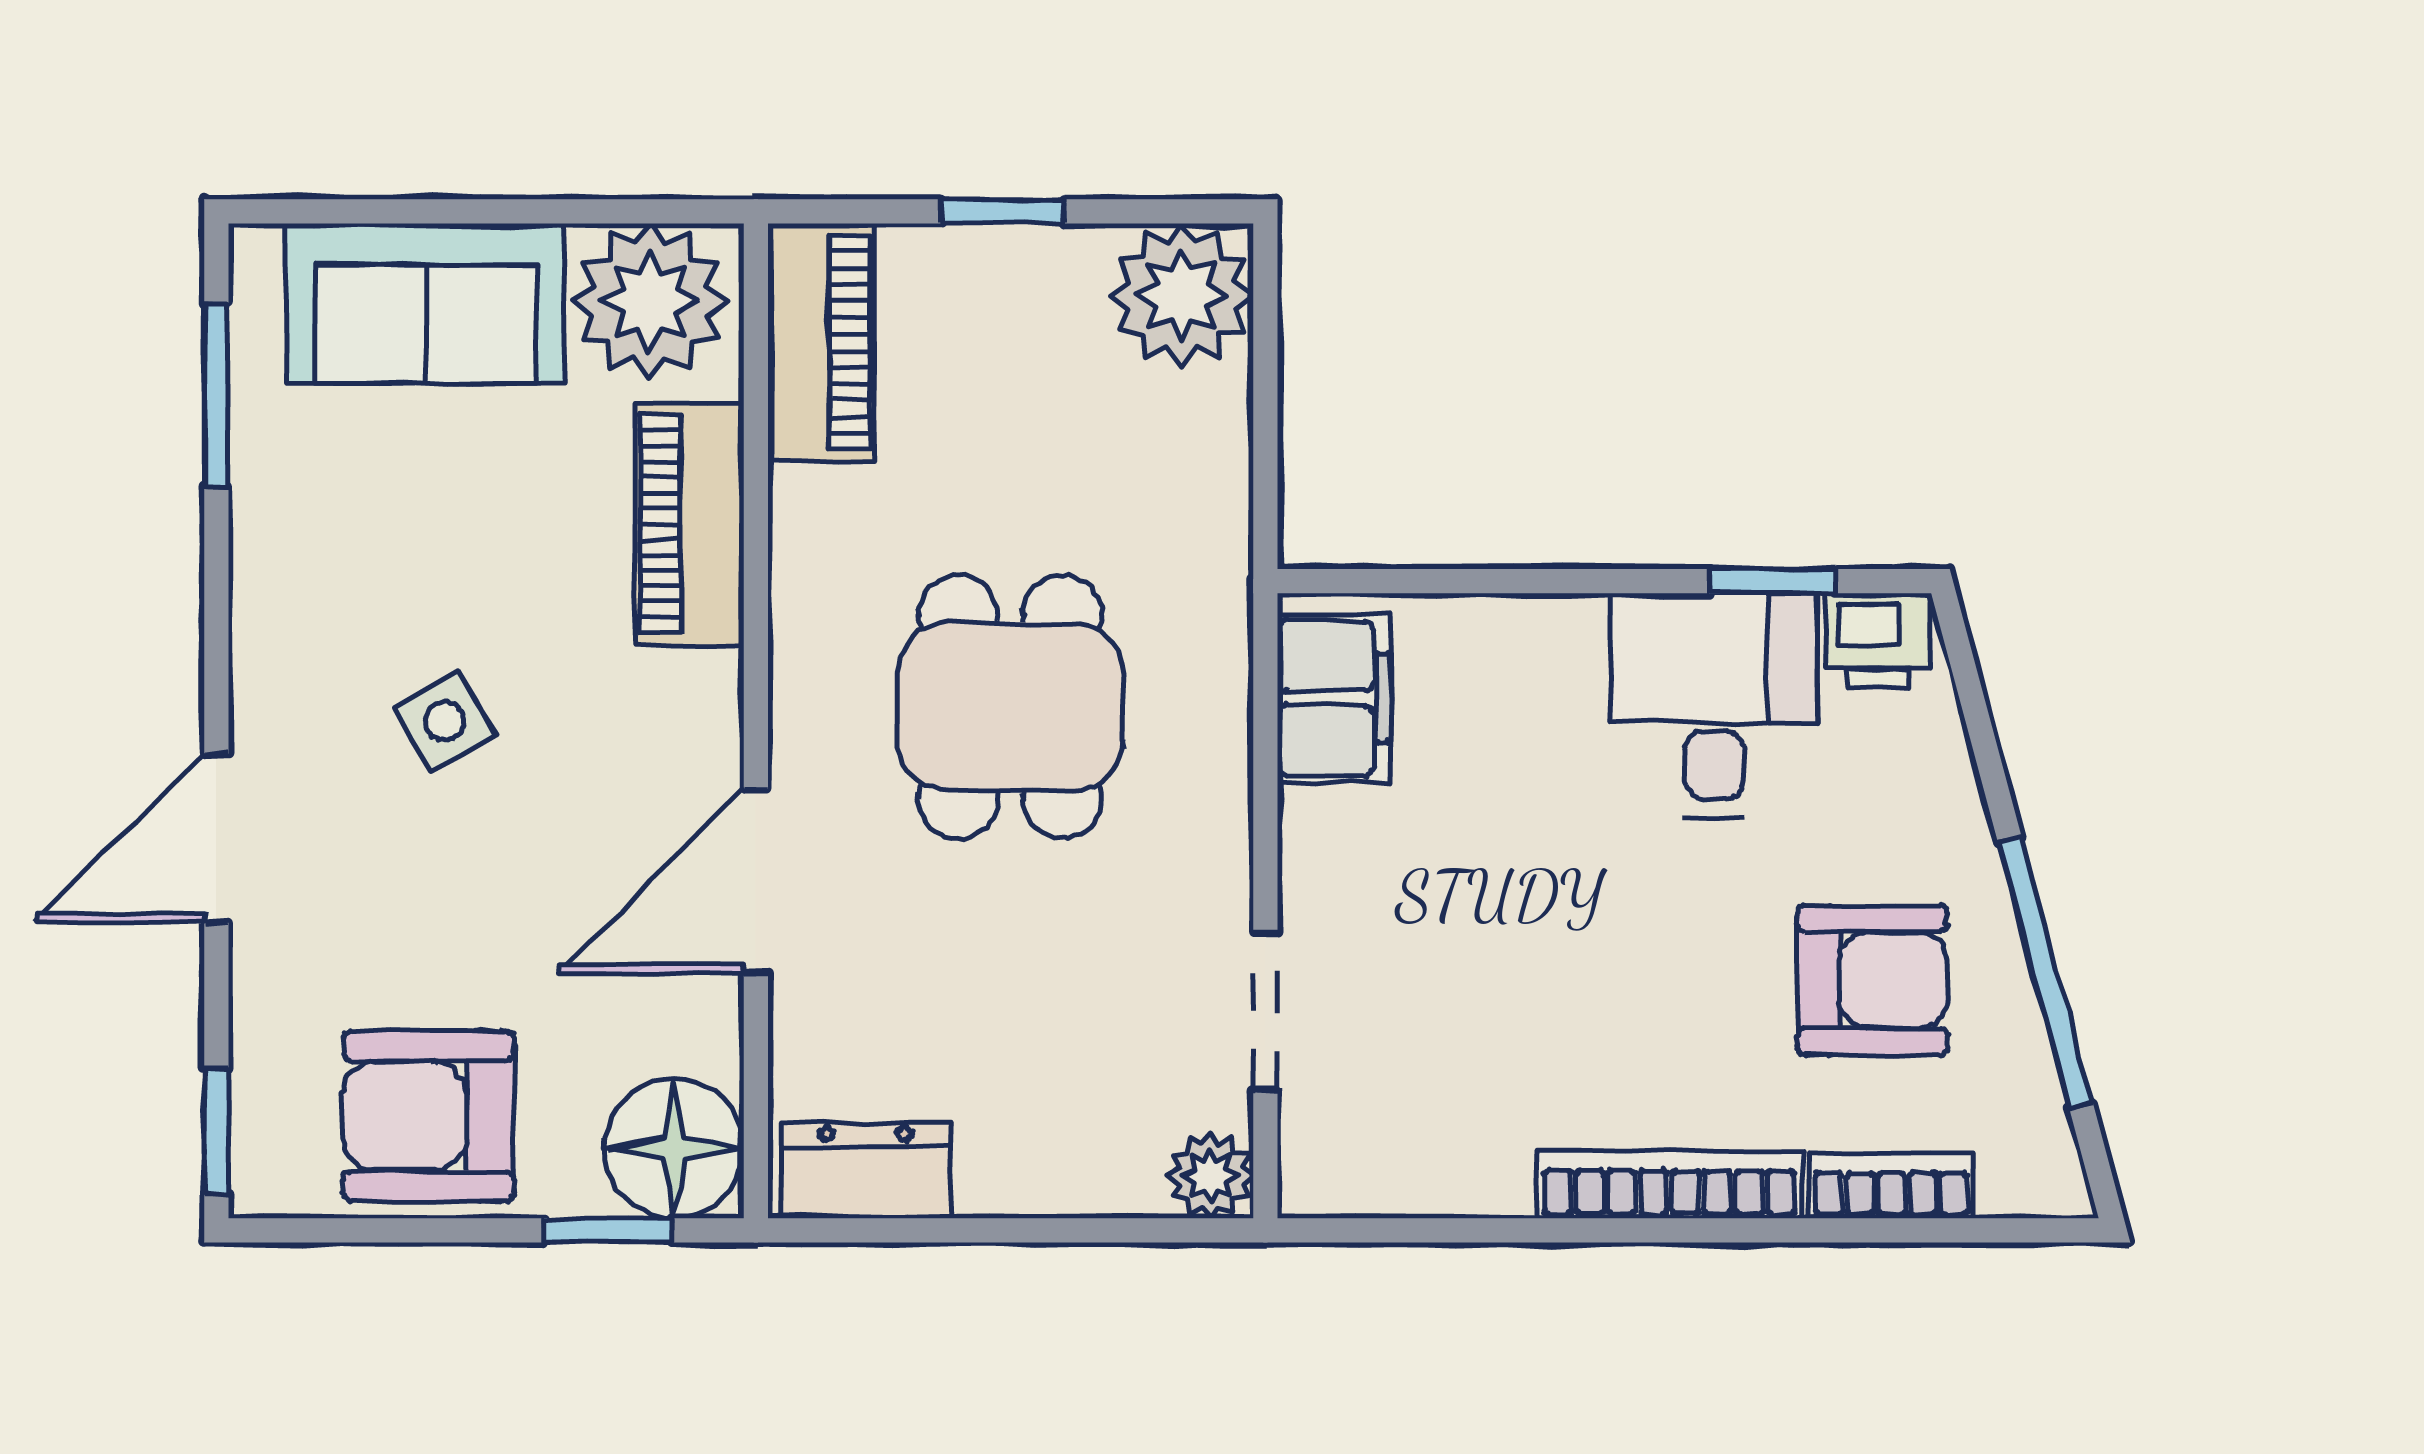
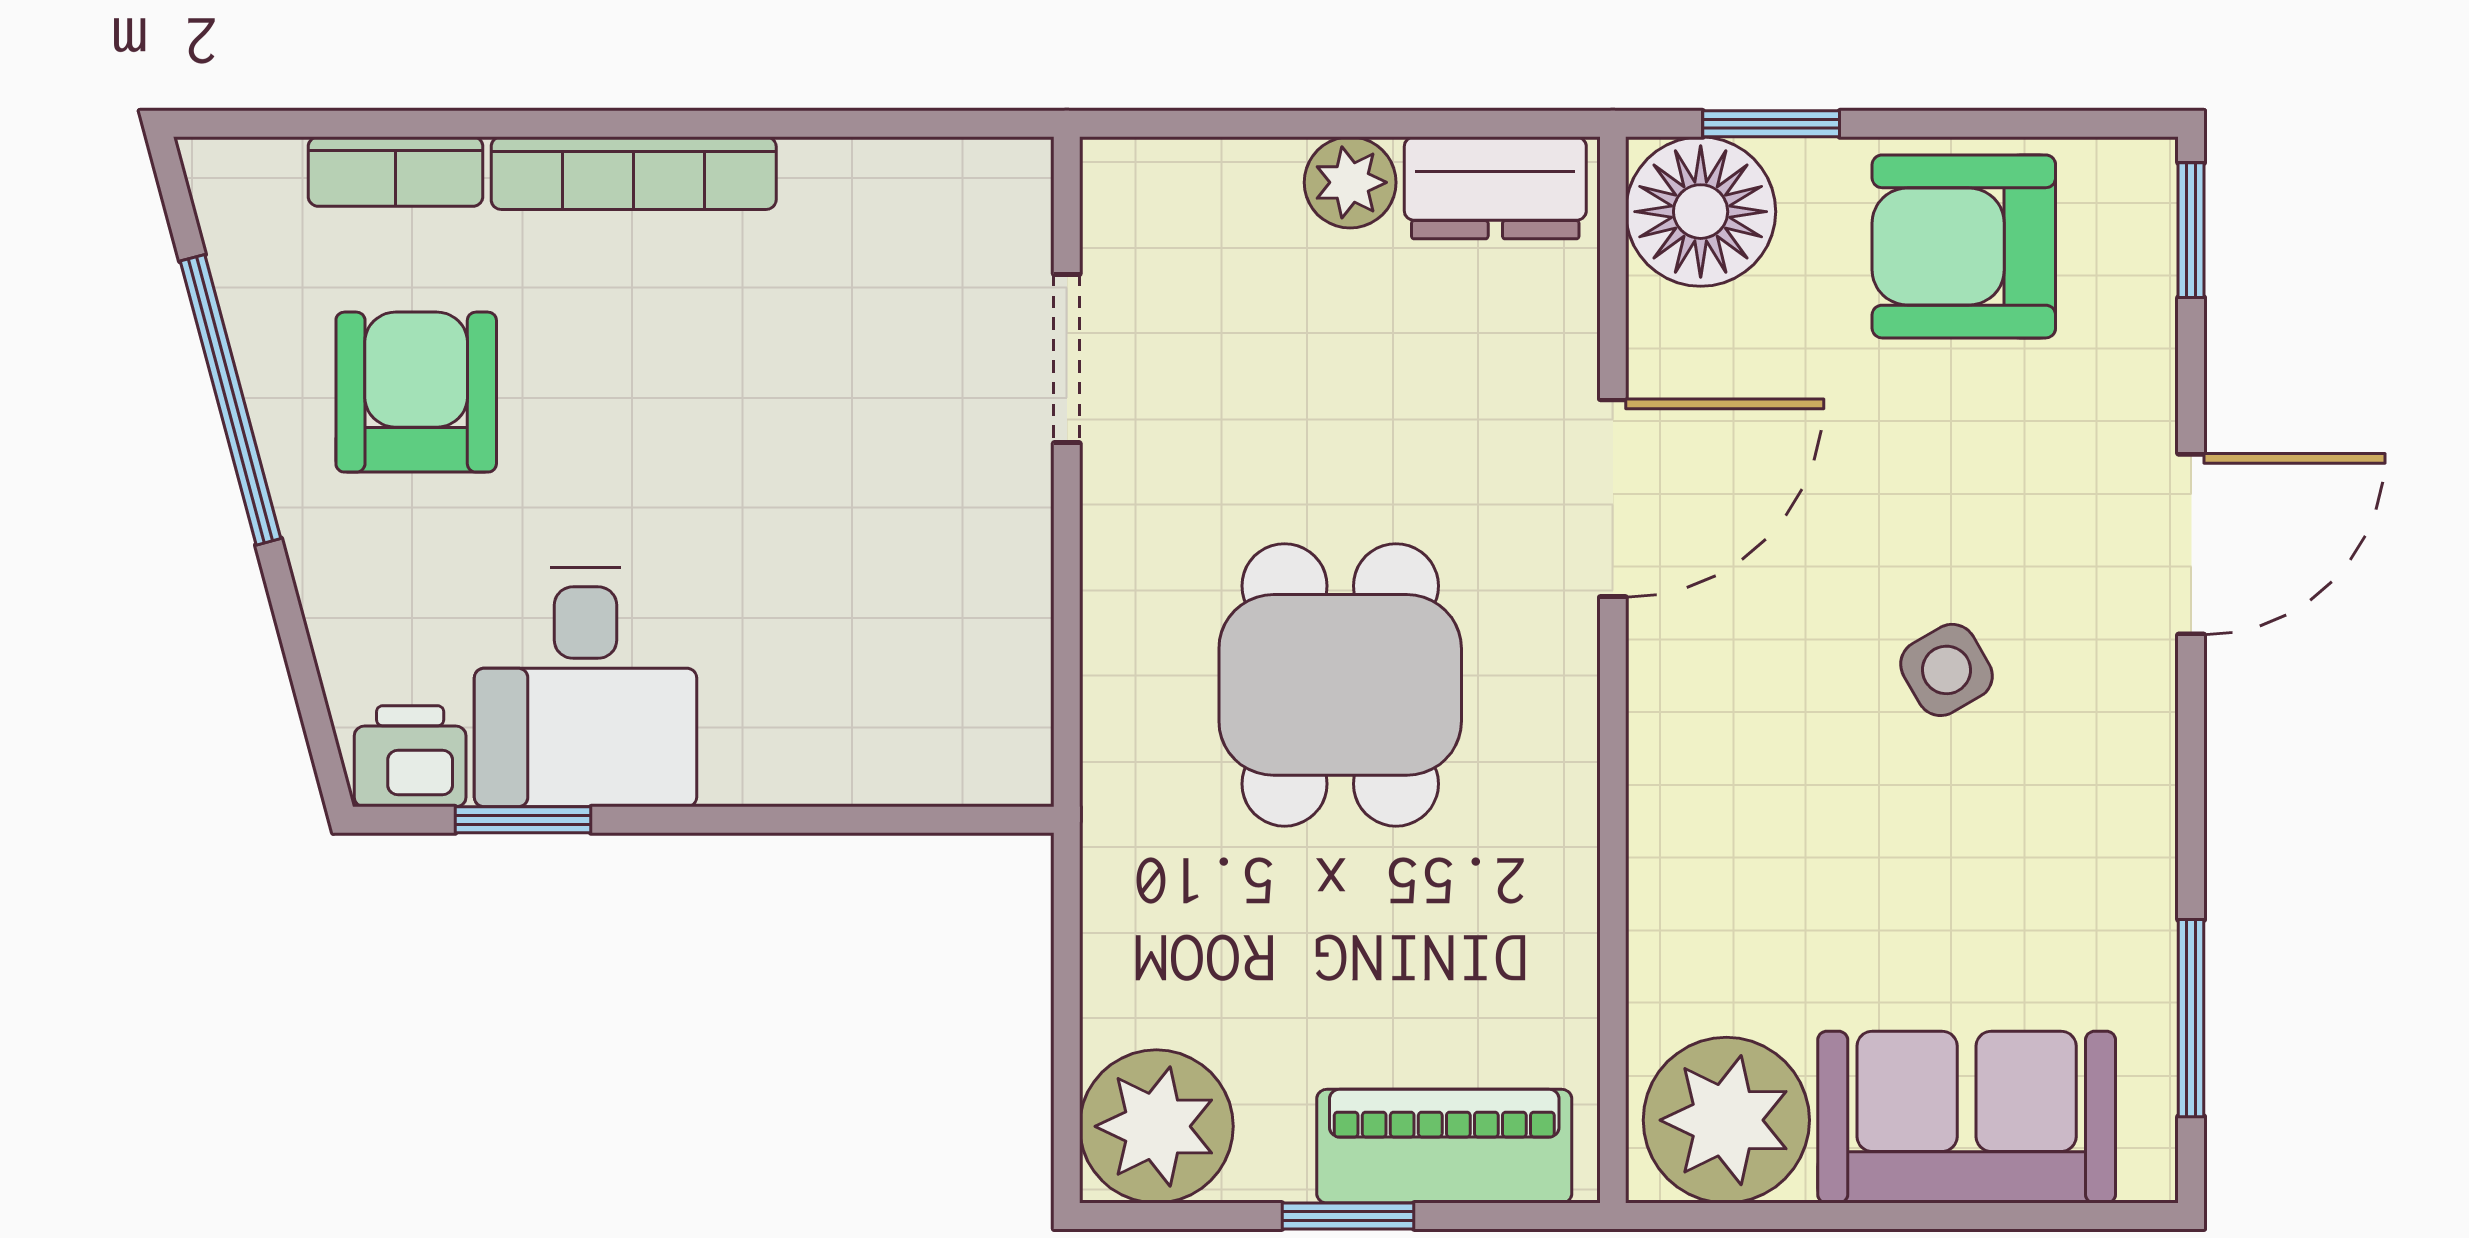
piano: (821, 342) -> (1444, 1146), moved, turned 90
piano: (690, 524) -> (1684, 881), removed
filing cabinet: (1334, 698) -> (994, 695), removed
armchair: (1872, 980) -> (416, 392), turned 90
armchair: (428, 1116) -> (1964, 246), turned 180
plant: (1211, 1176) -> (1350, 182), moved

